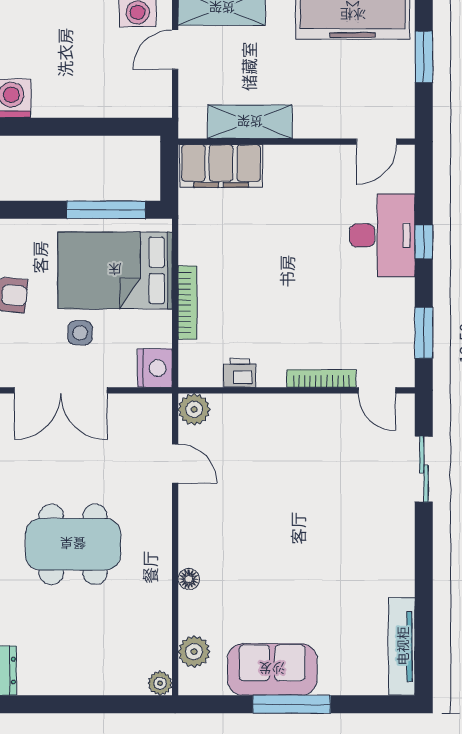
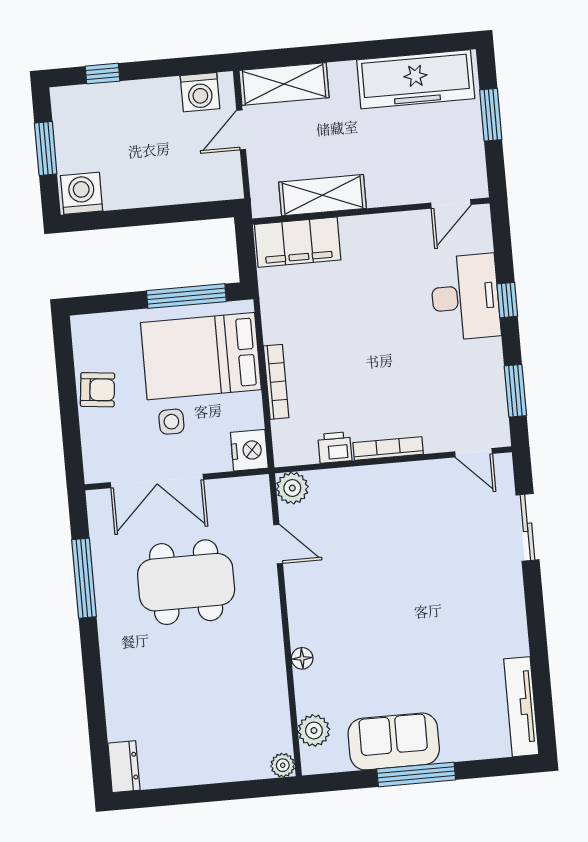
bookcase: (321, 379) -> (388, 448), moved
dining table: (73, 544) -> (186, 582), moved

